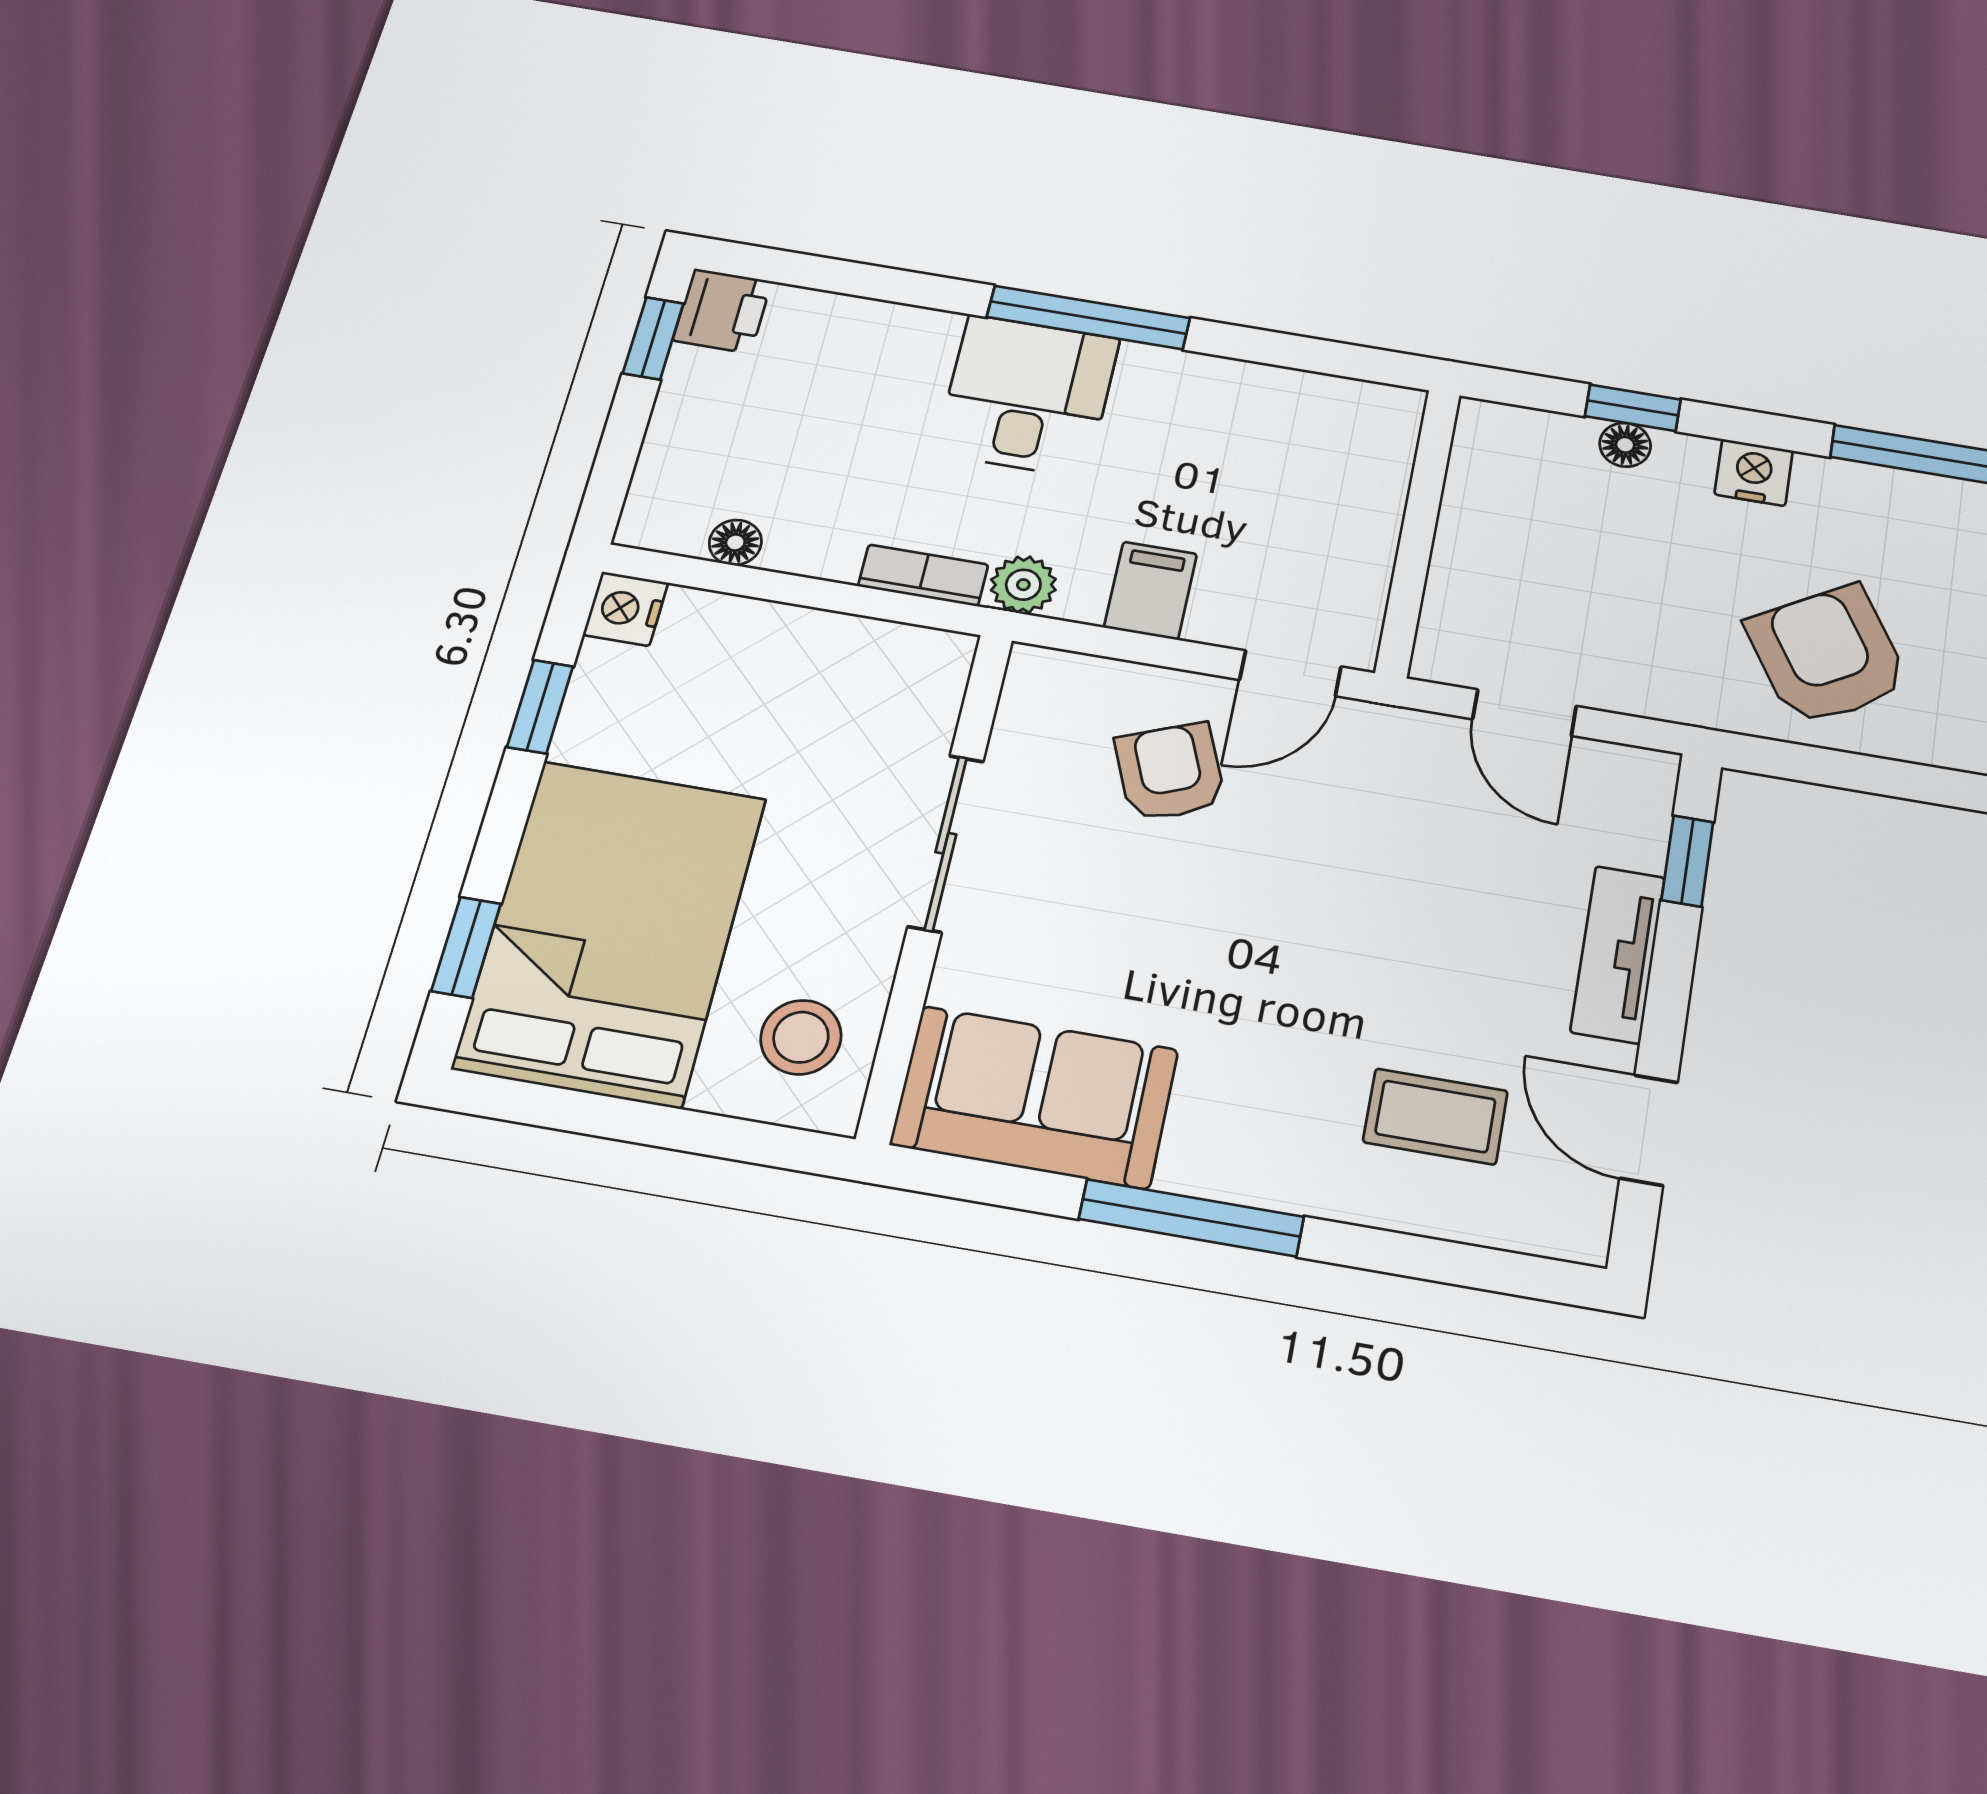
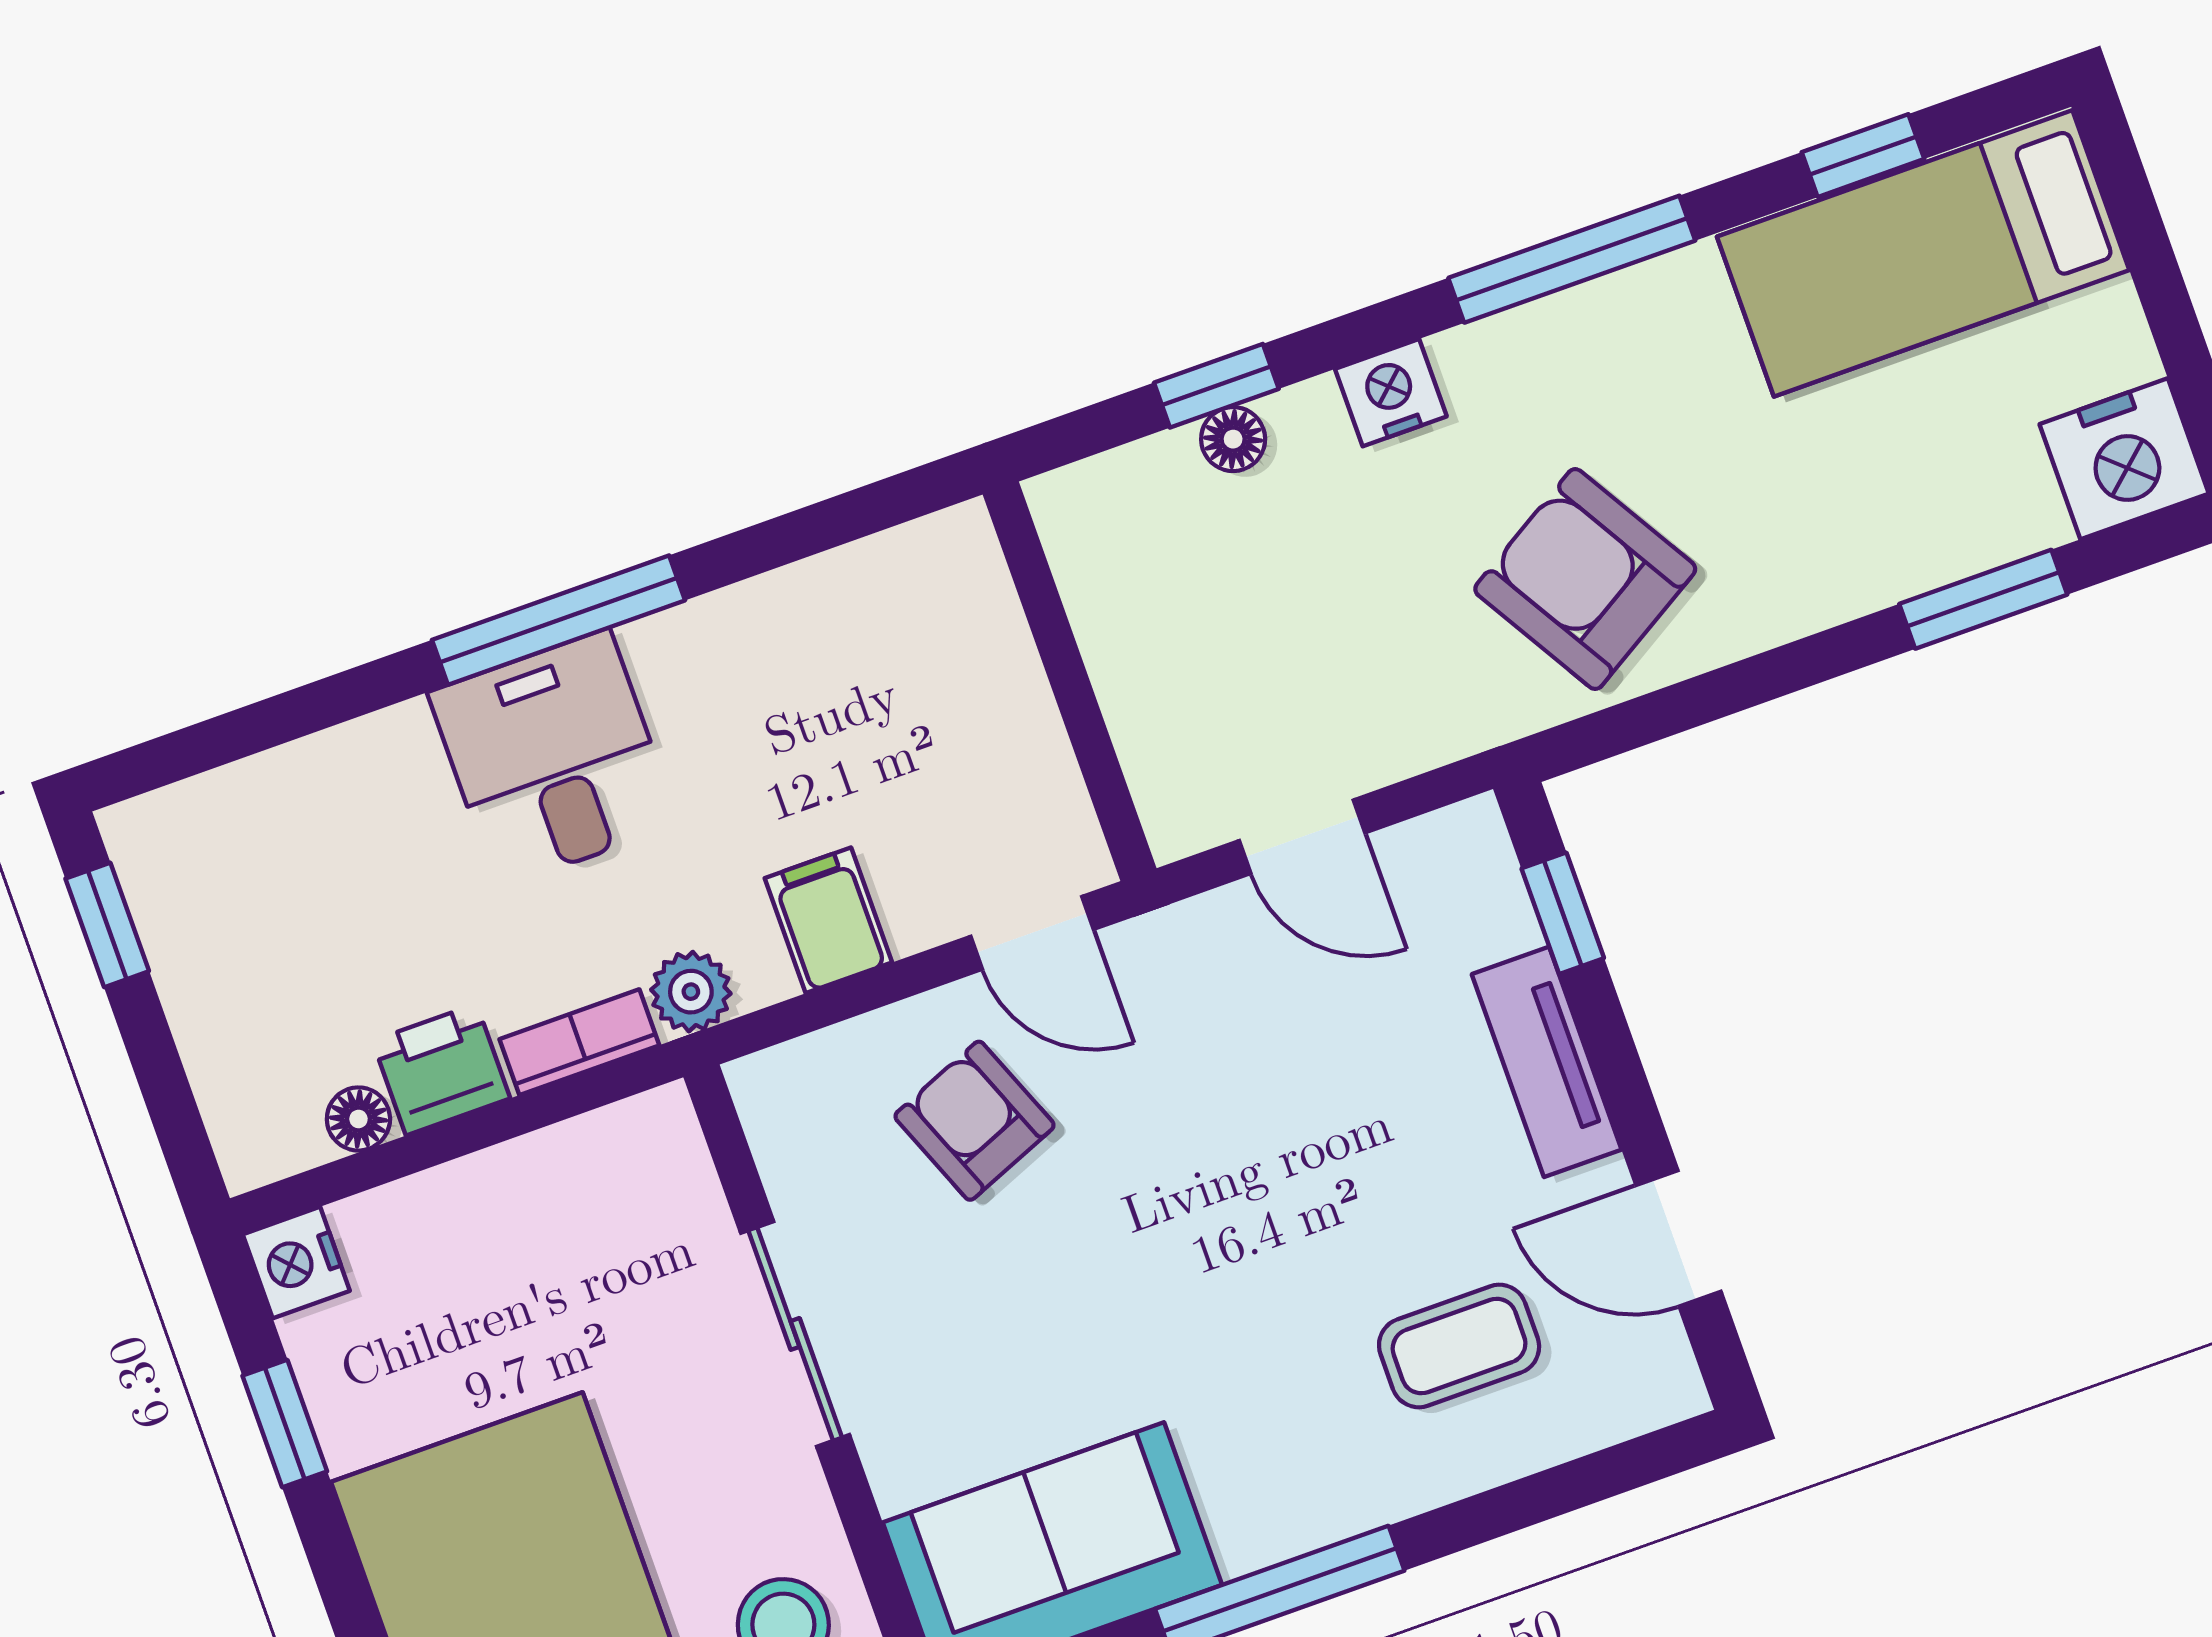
printer: (722, 311) -> (441, 1070), moved, turned -90
door: (1290, 673) -> (1032, 933), hinge flipped

